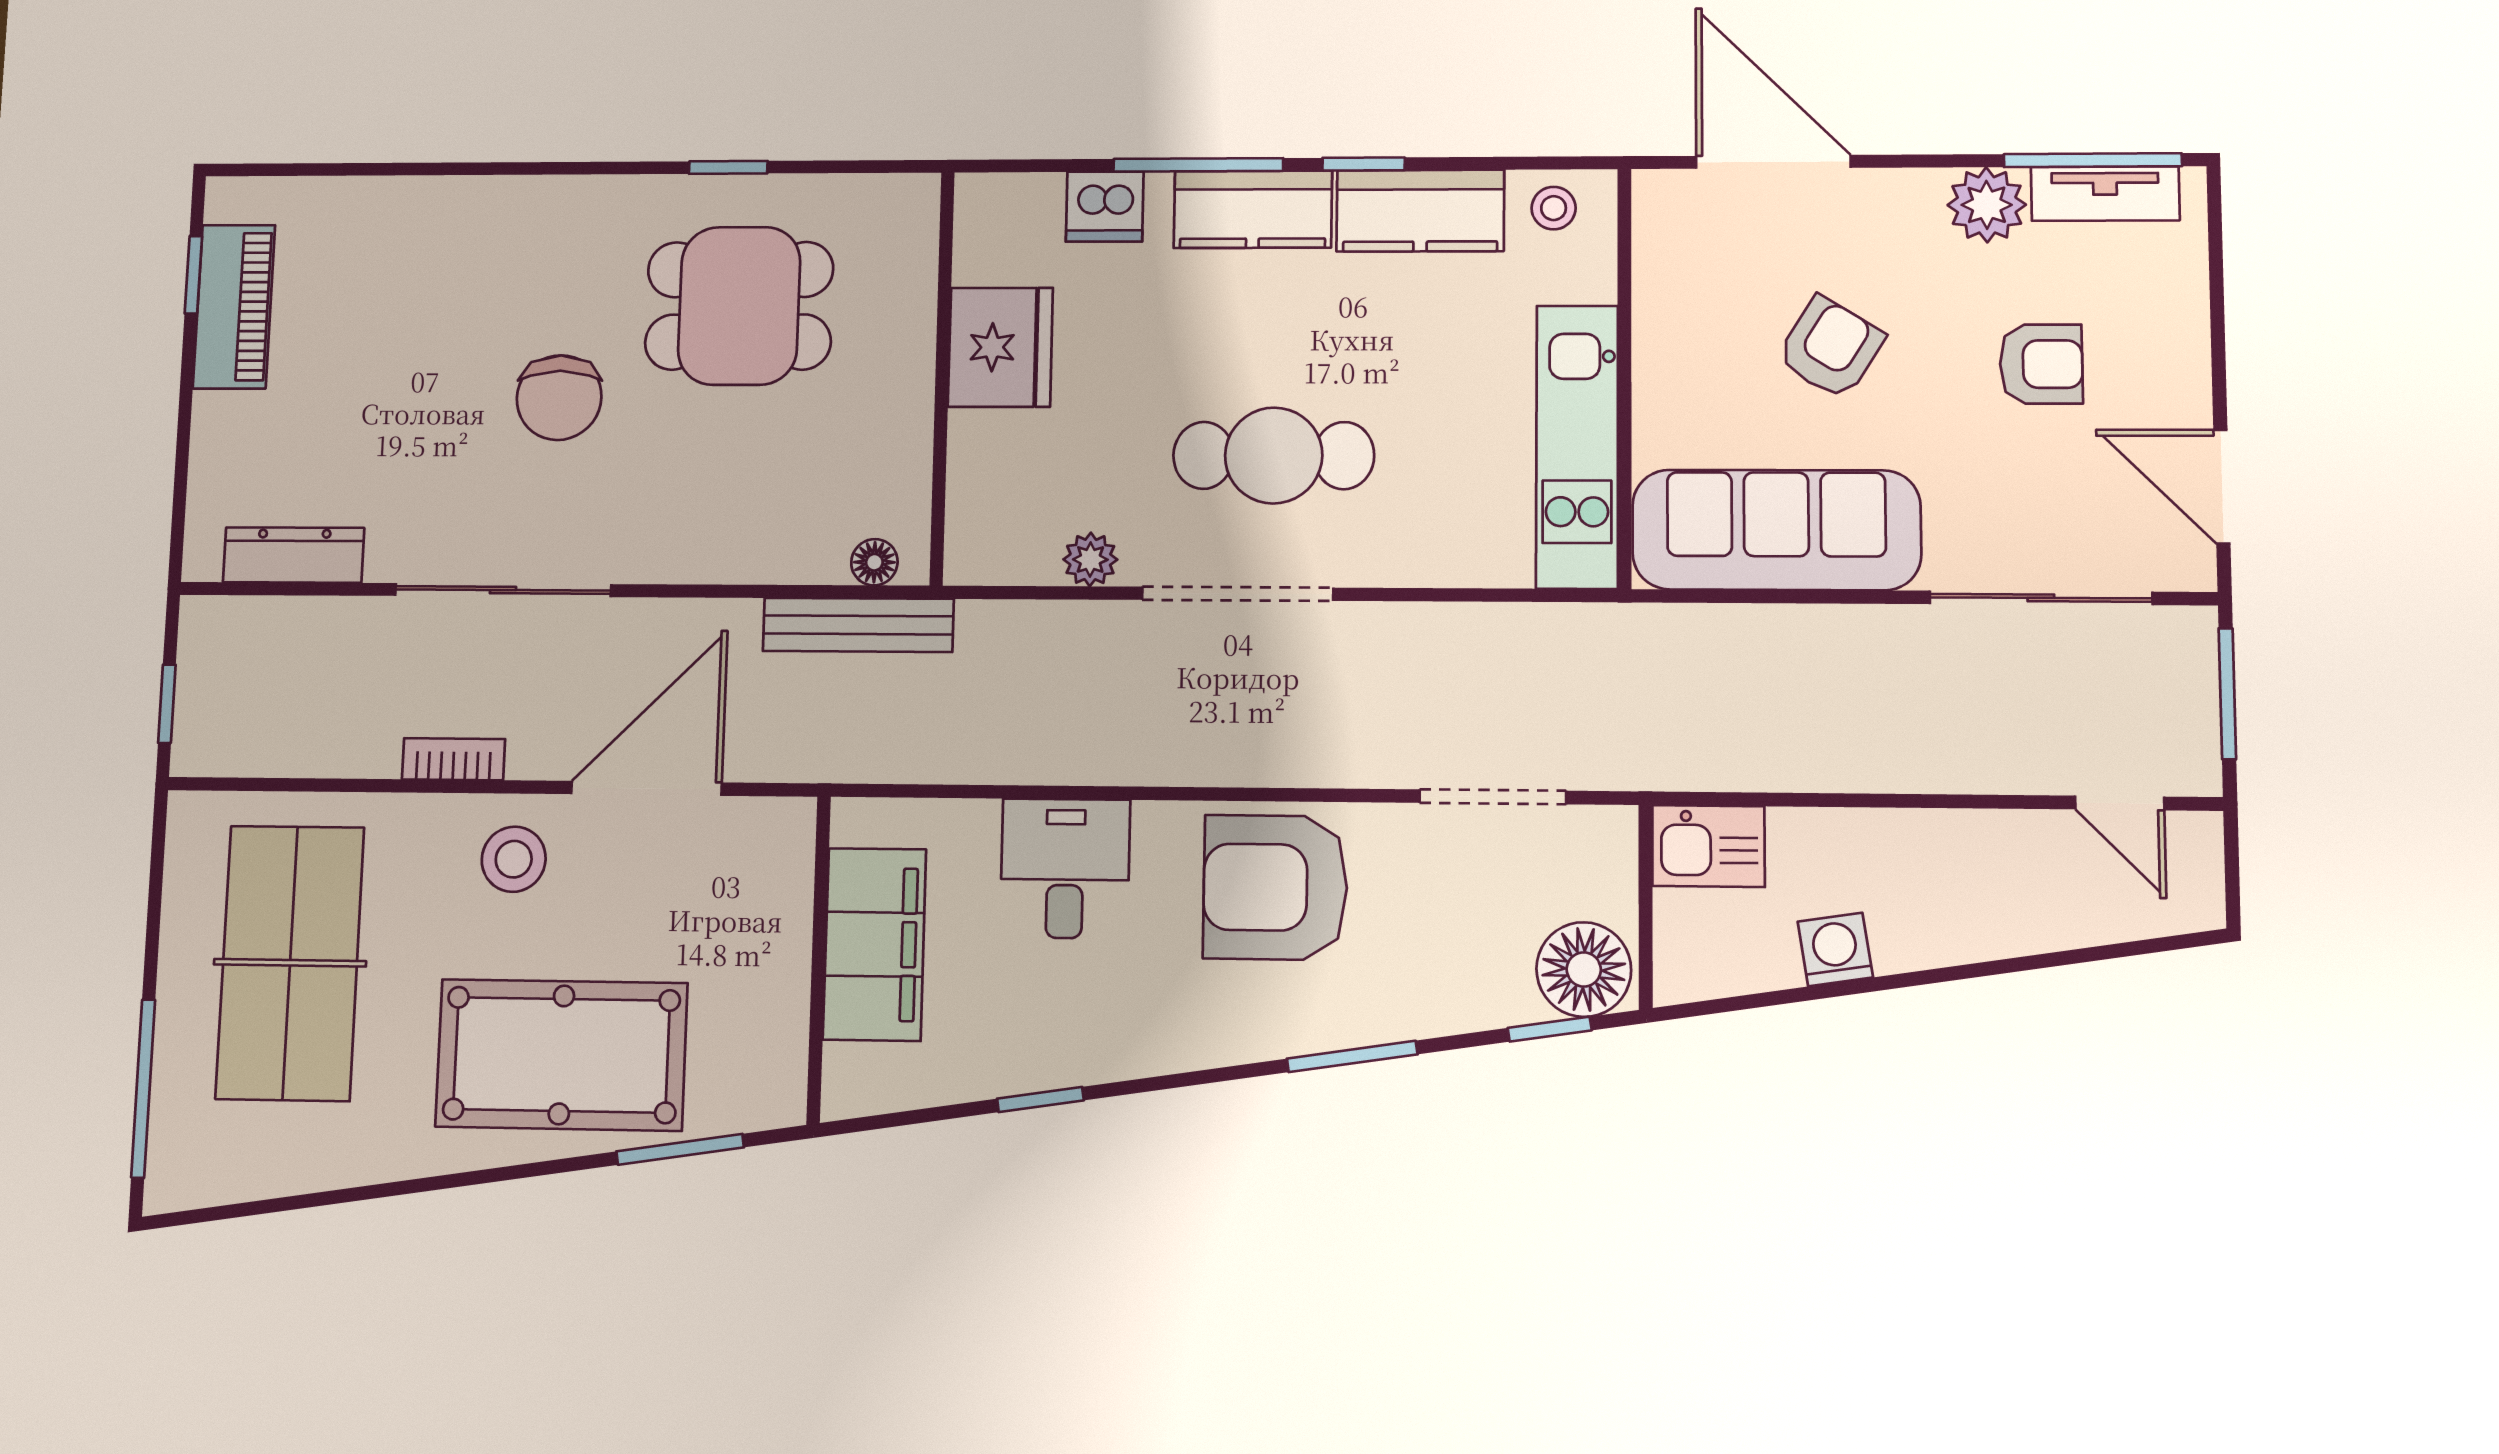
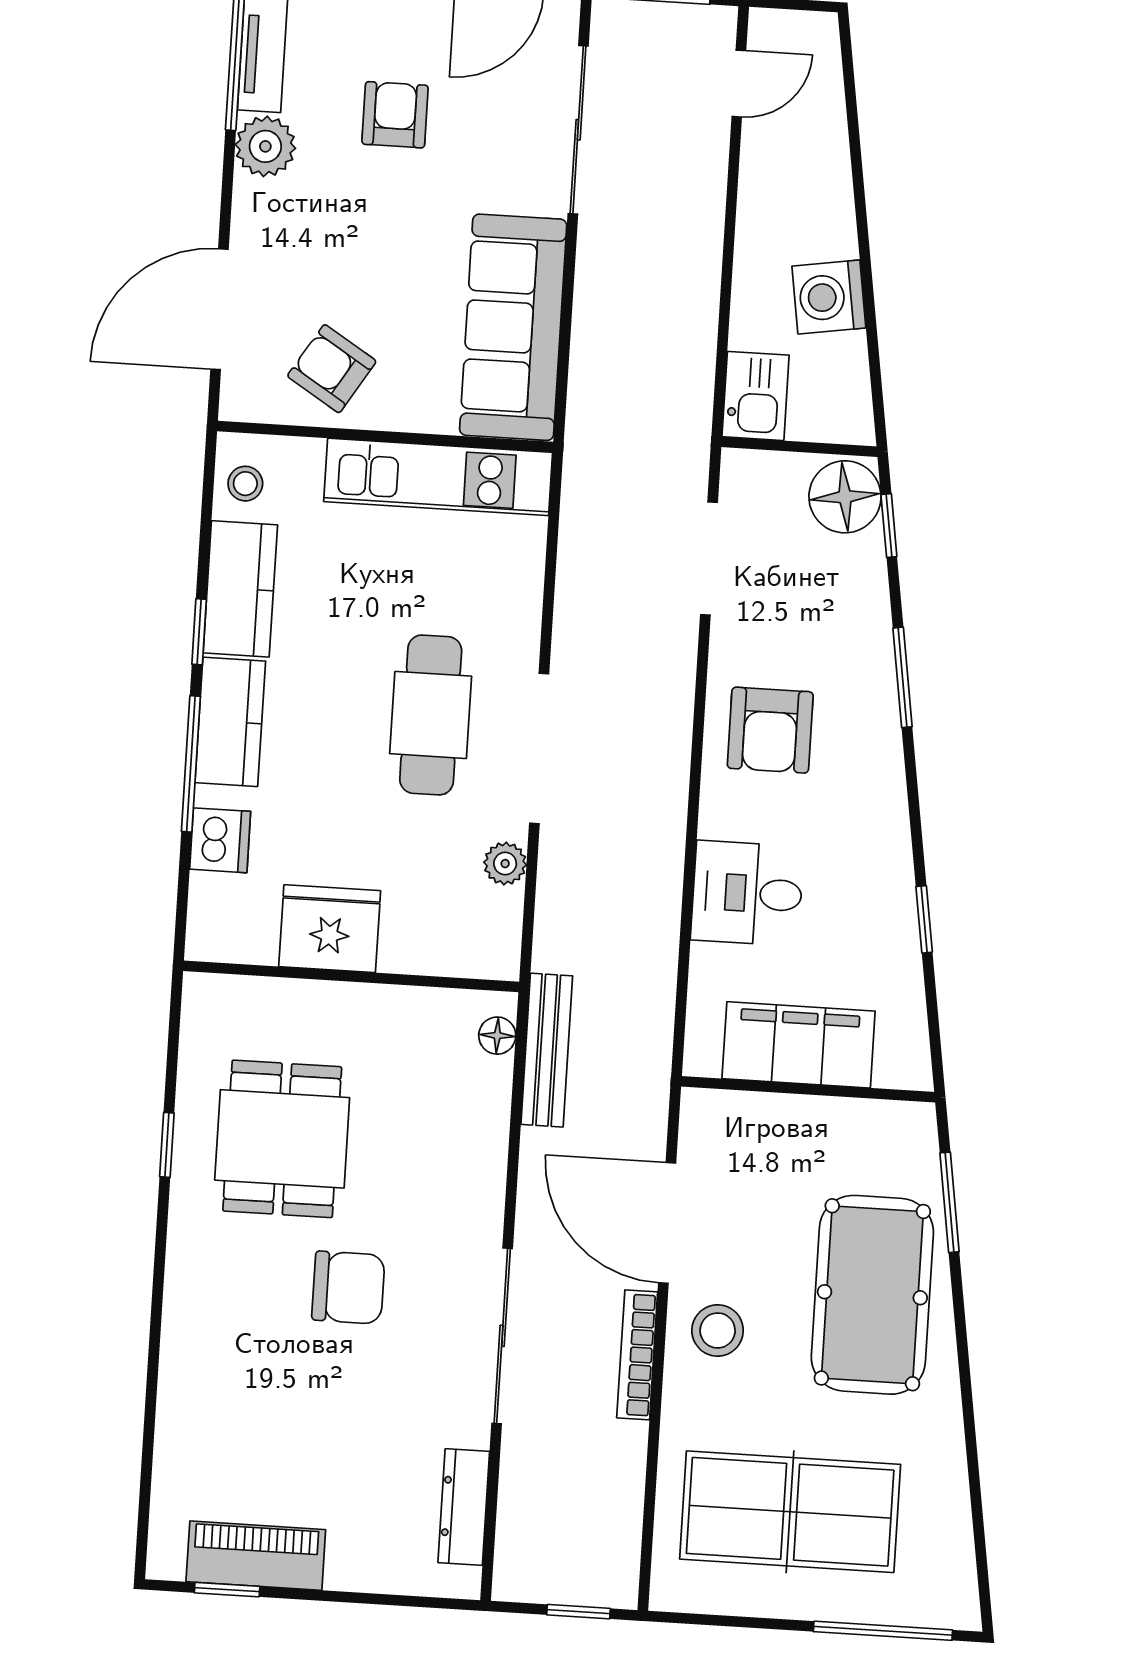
armchair: (1830, 348) -> (332, 369), moved
bookcase: (454, 759) -> (637, 1355), width x1.56
armchair: (1275, 887) -> (770, 730), width x0.73, depth x0.73
washing machine: (1835, 950) -> (829, 297), width x1.38, depth x1.38

